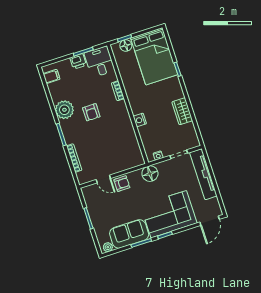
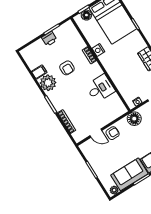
desk: (99, 62) -> (100, 88), moved, turned 90
filing cabinet: (51, 76) -> (39, 72), moved
armchair: (91, 112) -> (67, 68), moved
nightstand: (140, 120) -> (98, 50), moved

